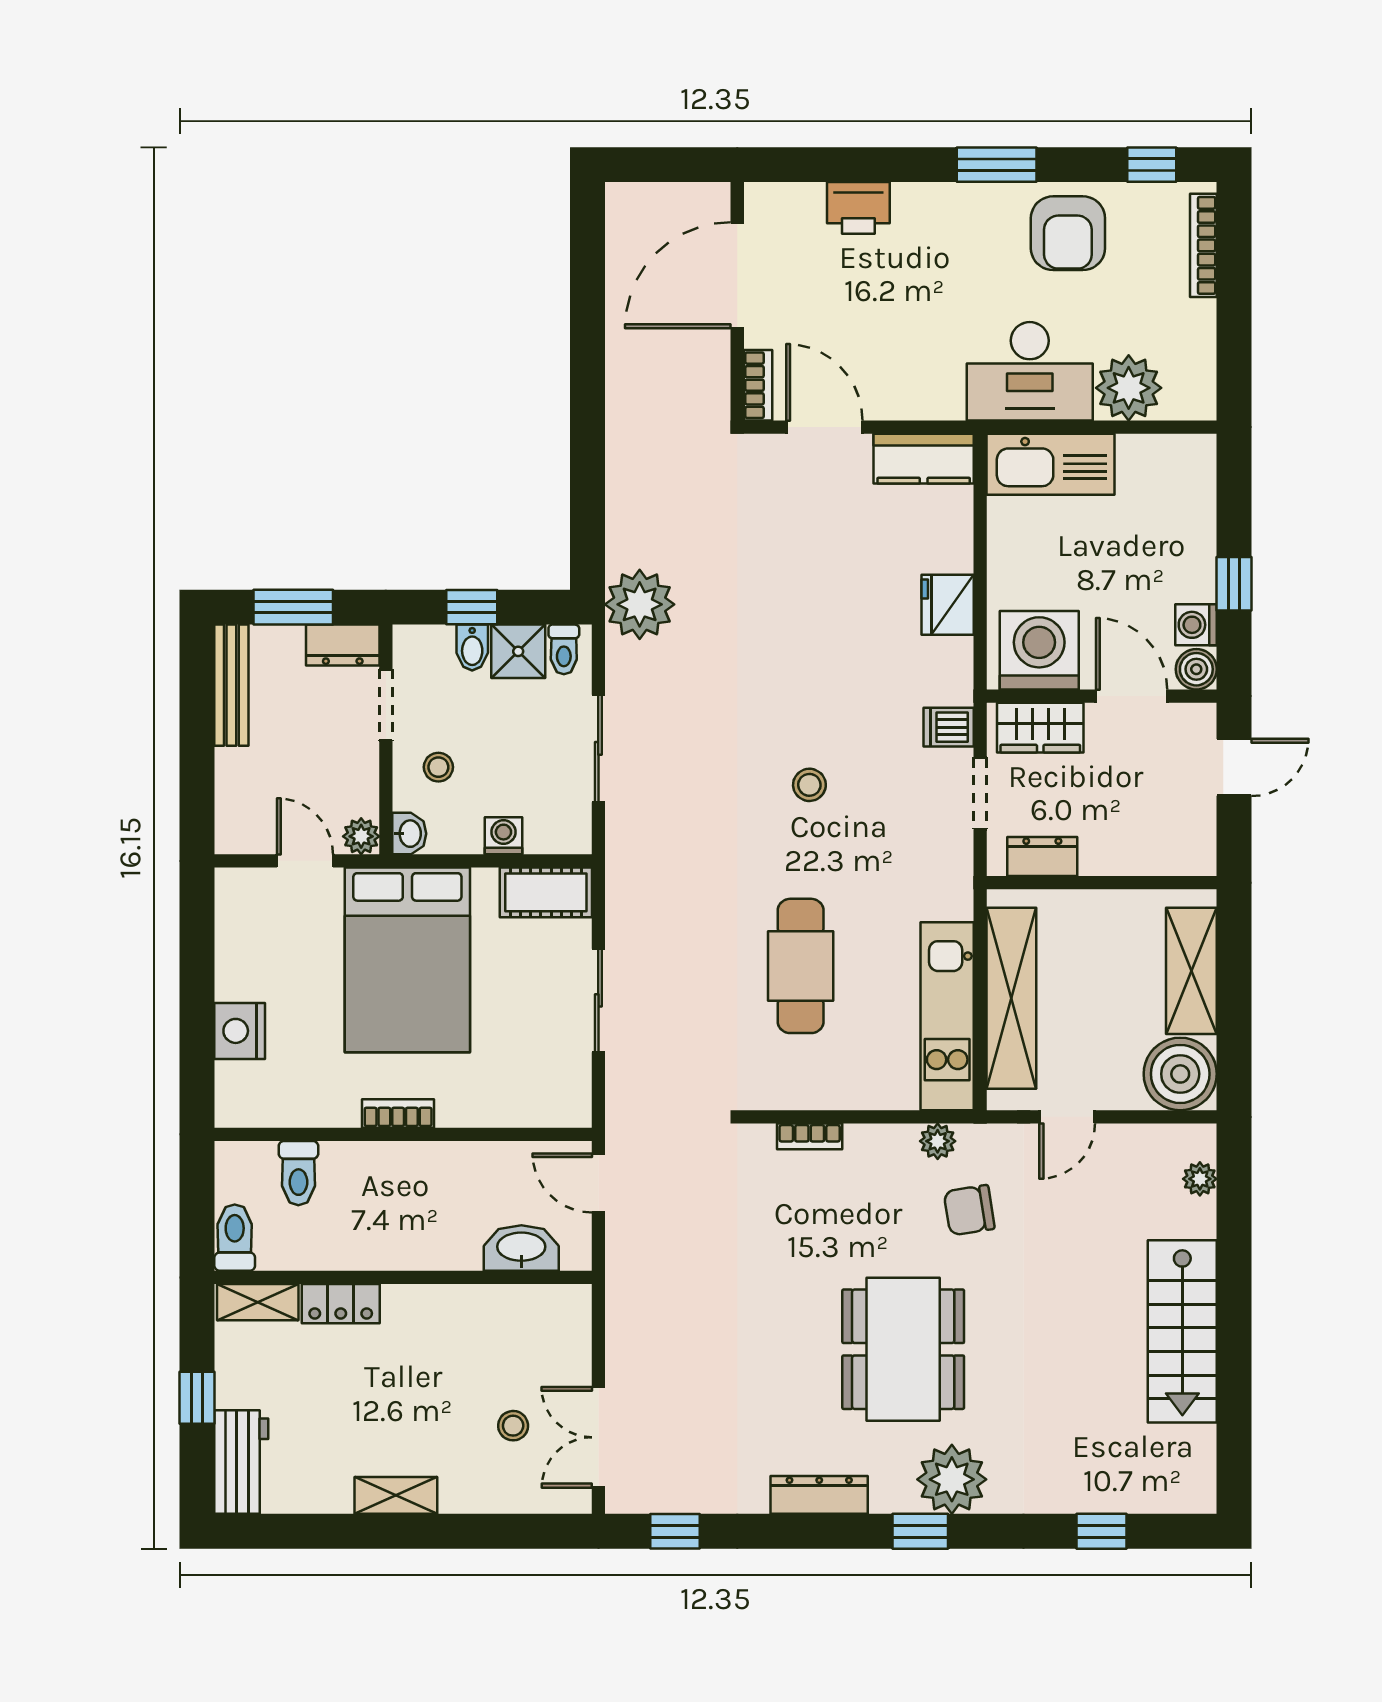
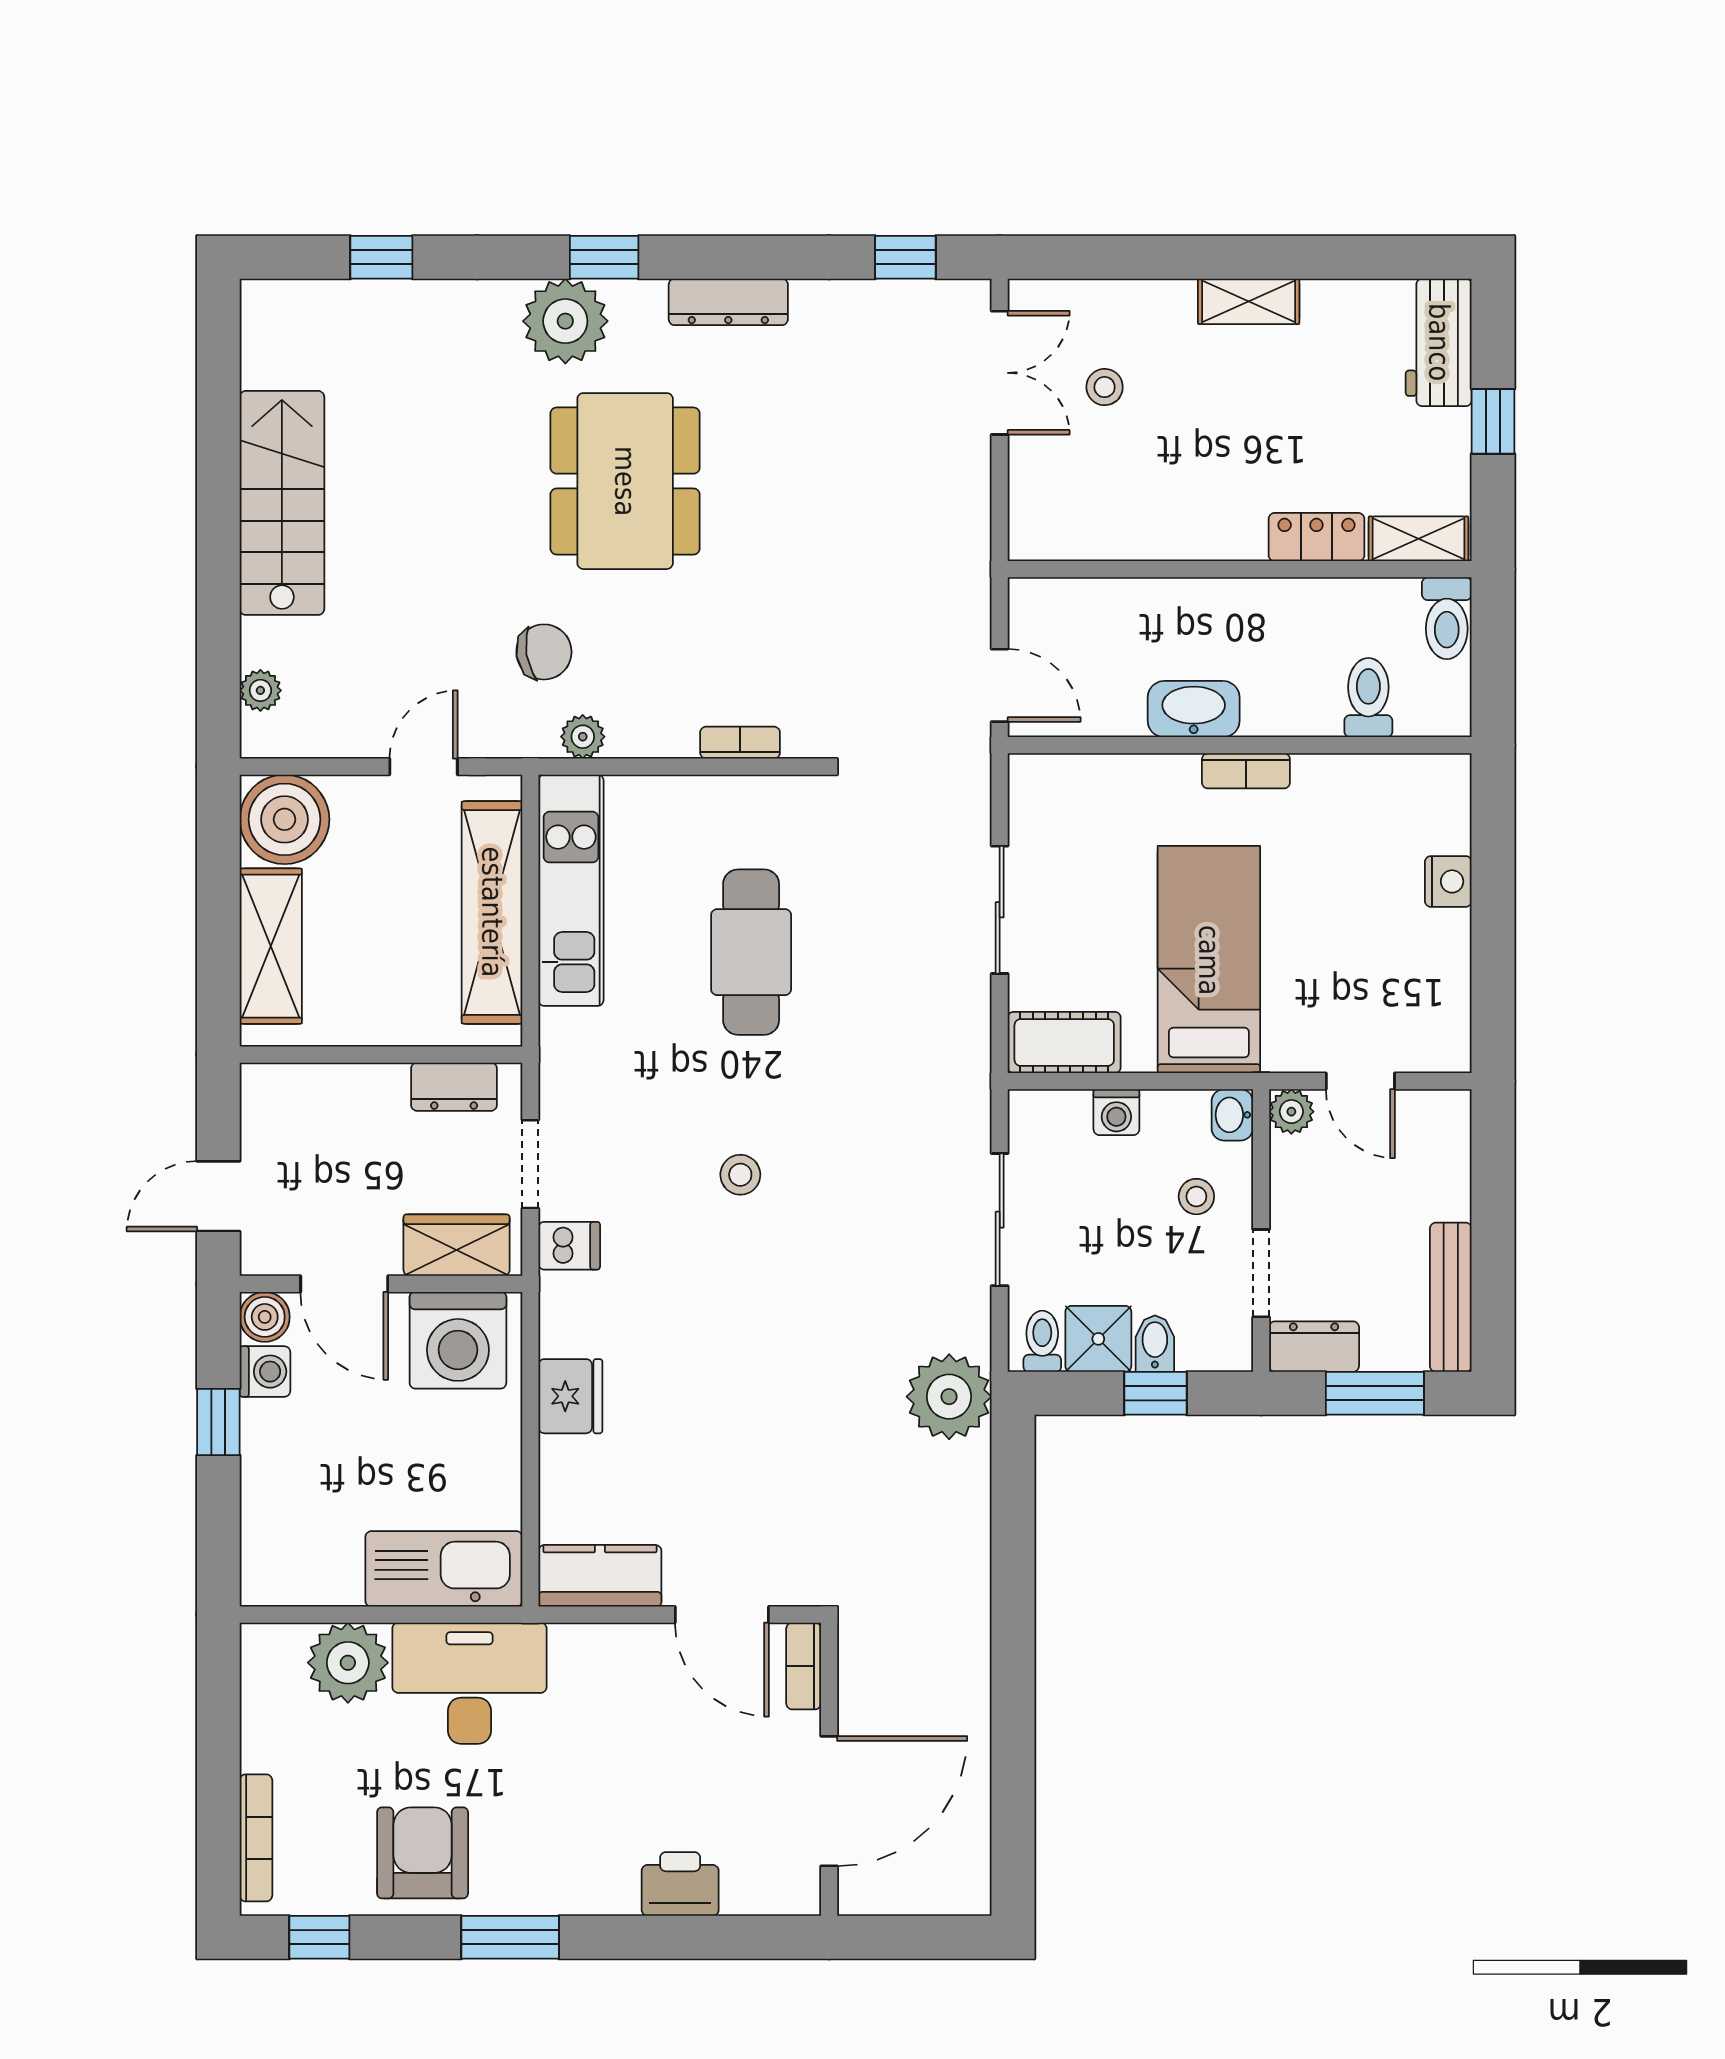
bed: (407, 960) -> (1209, 960), width x0.67
nightstand: (240, 1031) -> (1448, 881), width x0.74, depth x0.75
washbasin: (521, 1248) -> (1194, 709), moved, turned 180

